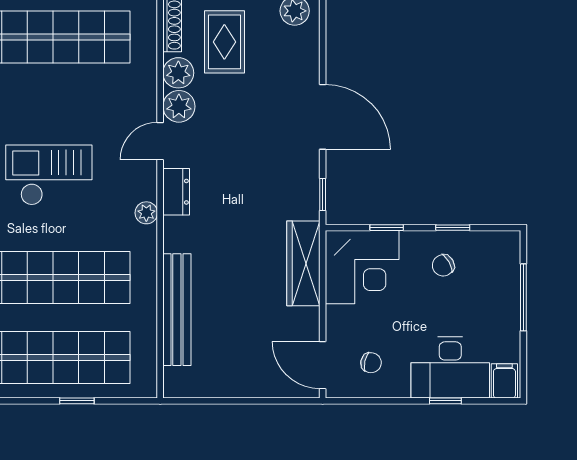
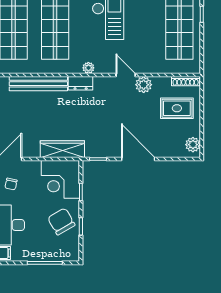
plant: (178, 73) -> (161, 84), removed
door: (323, 117) -> (138, 159), swing flipped
dresser: (176, 192) -> (81, 83), moved
chair: (443, 265) -> (61, 221), width x1.87, depth x1.87

